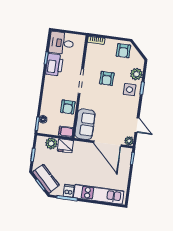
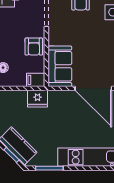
plant: (51, 143) -> (18, 98), removed
dishwasher: (69, 191) -> (50, 158), removed

